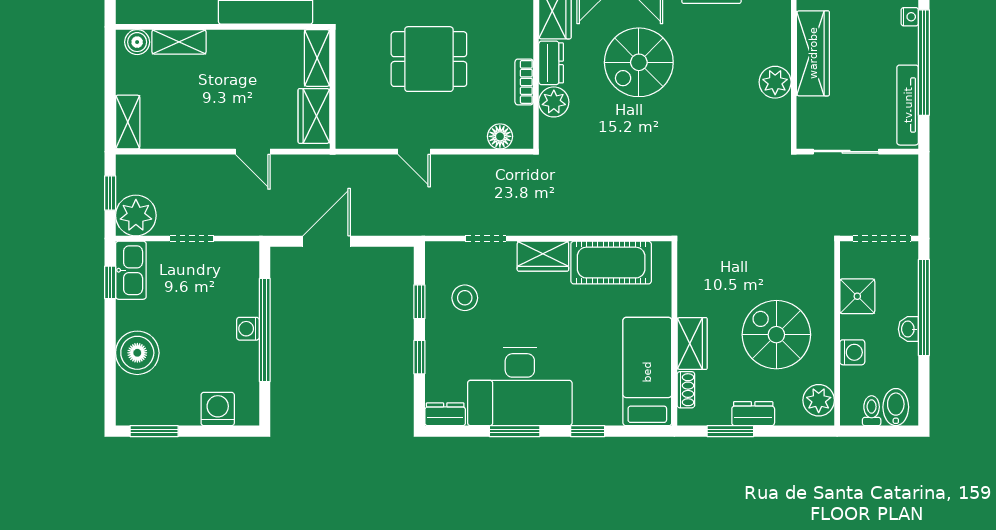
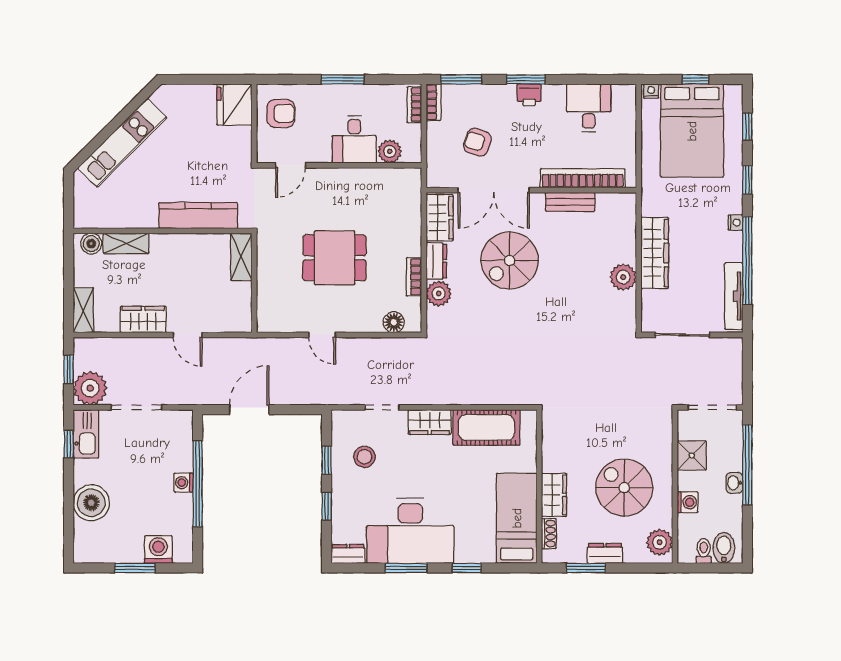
wardrobe: (314, 116) -> (143, 319), moved, turned 90
doorway: (192, 238) -> (137, 407), width x1.38
window: (154, 431) -> (135, 568), moved

